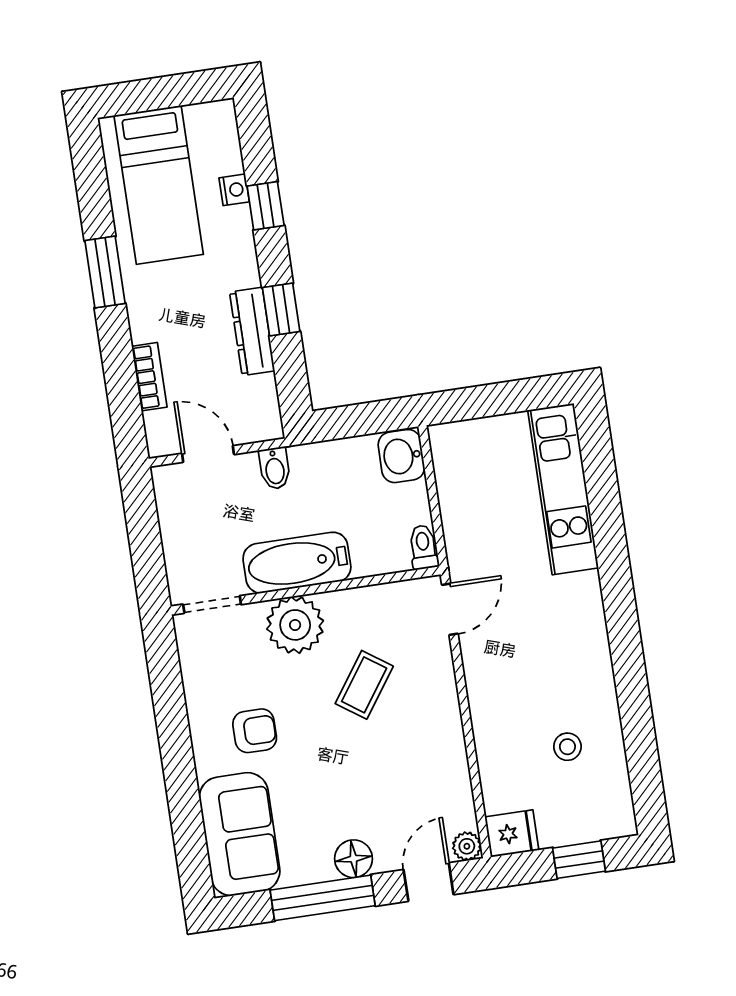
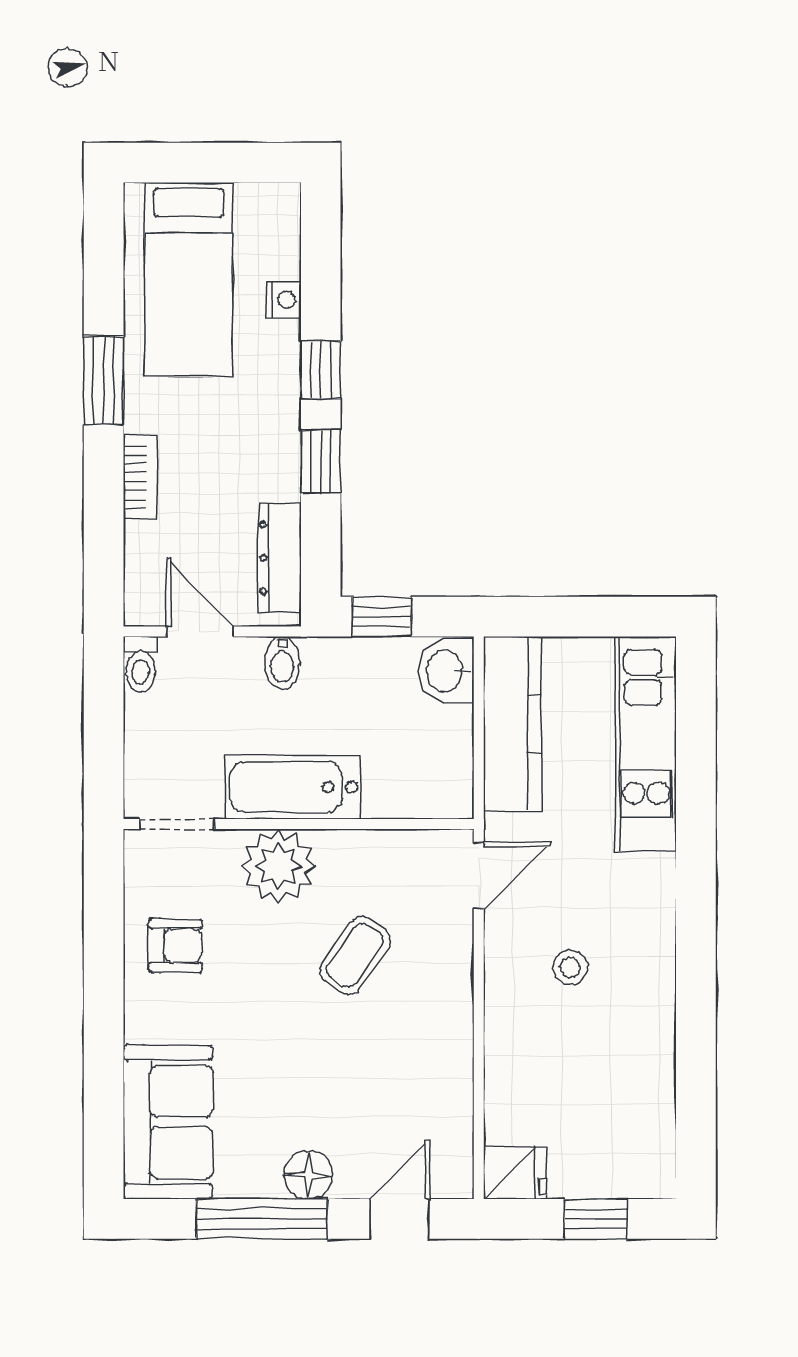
window: (266, 206) -> (321, 370), moved
dresser: (252, 331) -> (280, 558), moved
bookcase: (149, 377) -> (140, 477), moved
window: (345, 422) -> (381, 617), added
kitchen counter: (459, 489) -> (513, 724), added
toilet: (423, 547) -> (140, 664), moved, turned 180
armchair: (255, 731) -> (175, 946), moved
stool: (567, 747) -> (570, 967), moved
plant: (467, 846) -> (455, 1181), removed

